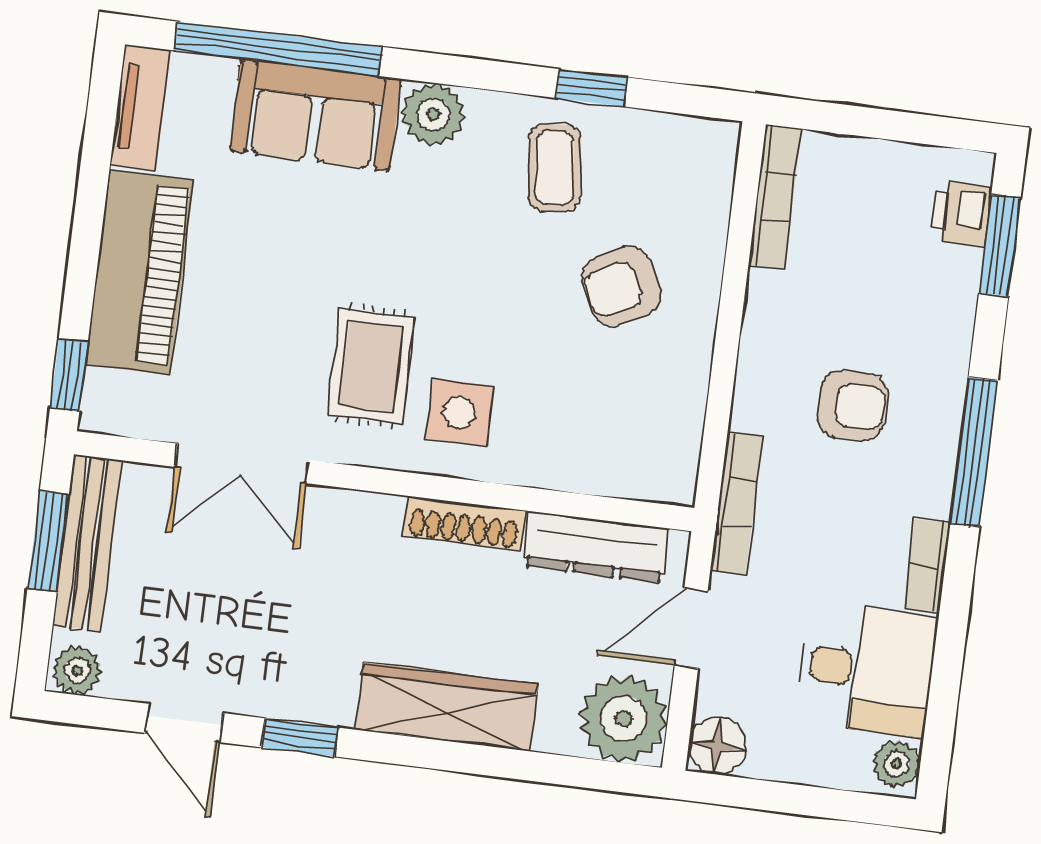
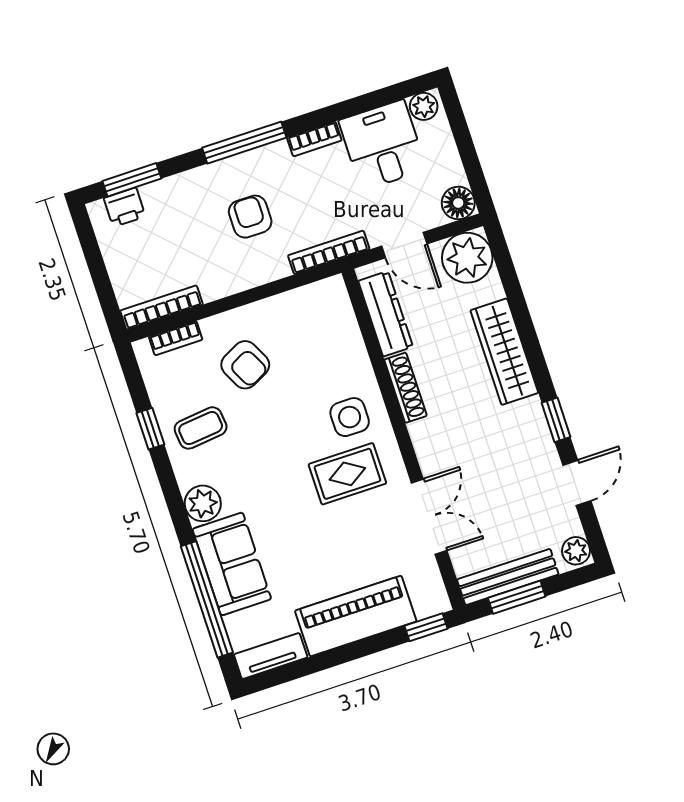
bookcase: (716, 196) -> (176, 338), added

